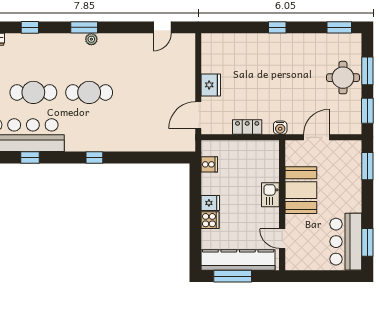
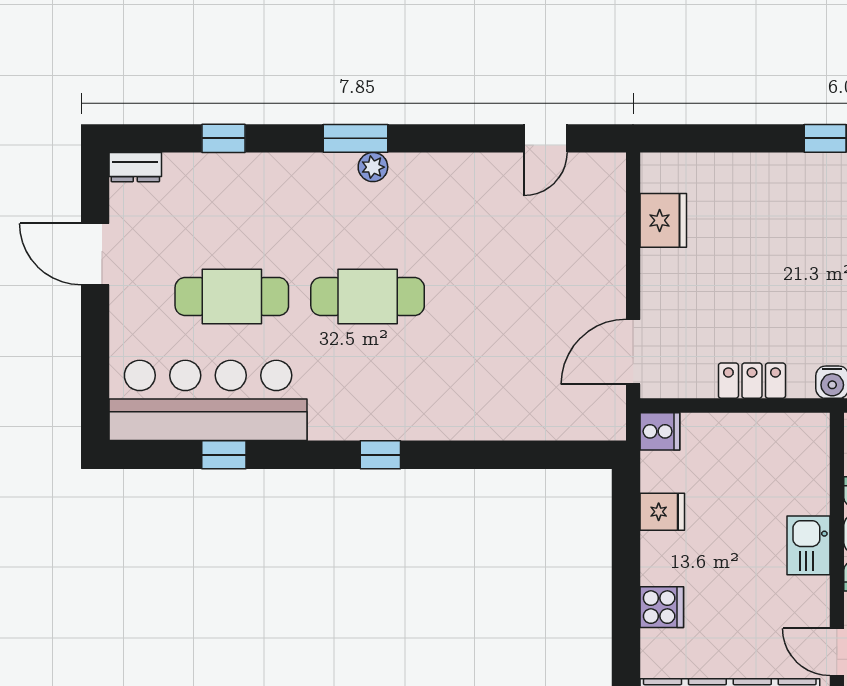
fridge: (211, 85) -> (663, 220), moved
cooker: (209, 164) -> (660, 431), moved
fridge: (210, 203) -> (662, 512), moved

